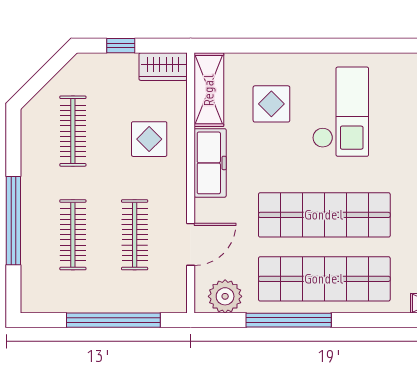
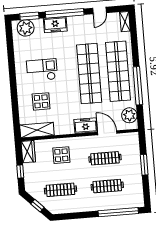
window: (42, 77) -> (37, 206), added
checkout: (341, 112) -> (42, 70), width x0.73, depth x0.83
freezer: (210, 163) -> (86, 126), moved, width x0.71
window: (13, 221) -> (118, 212), moved
window: (113, 320) -> (144, 165), width x0.47

